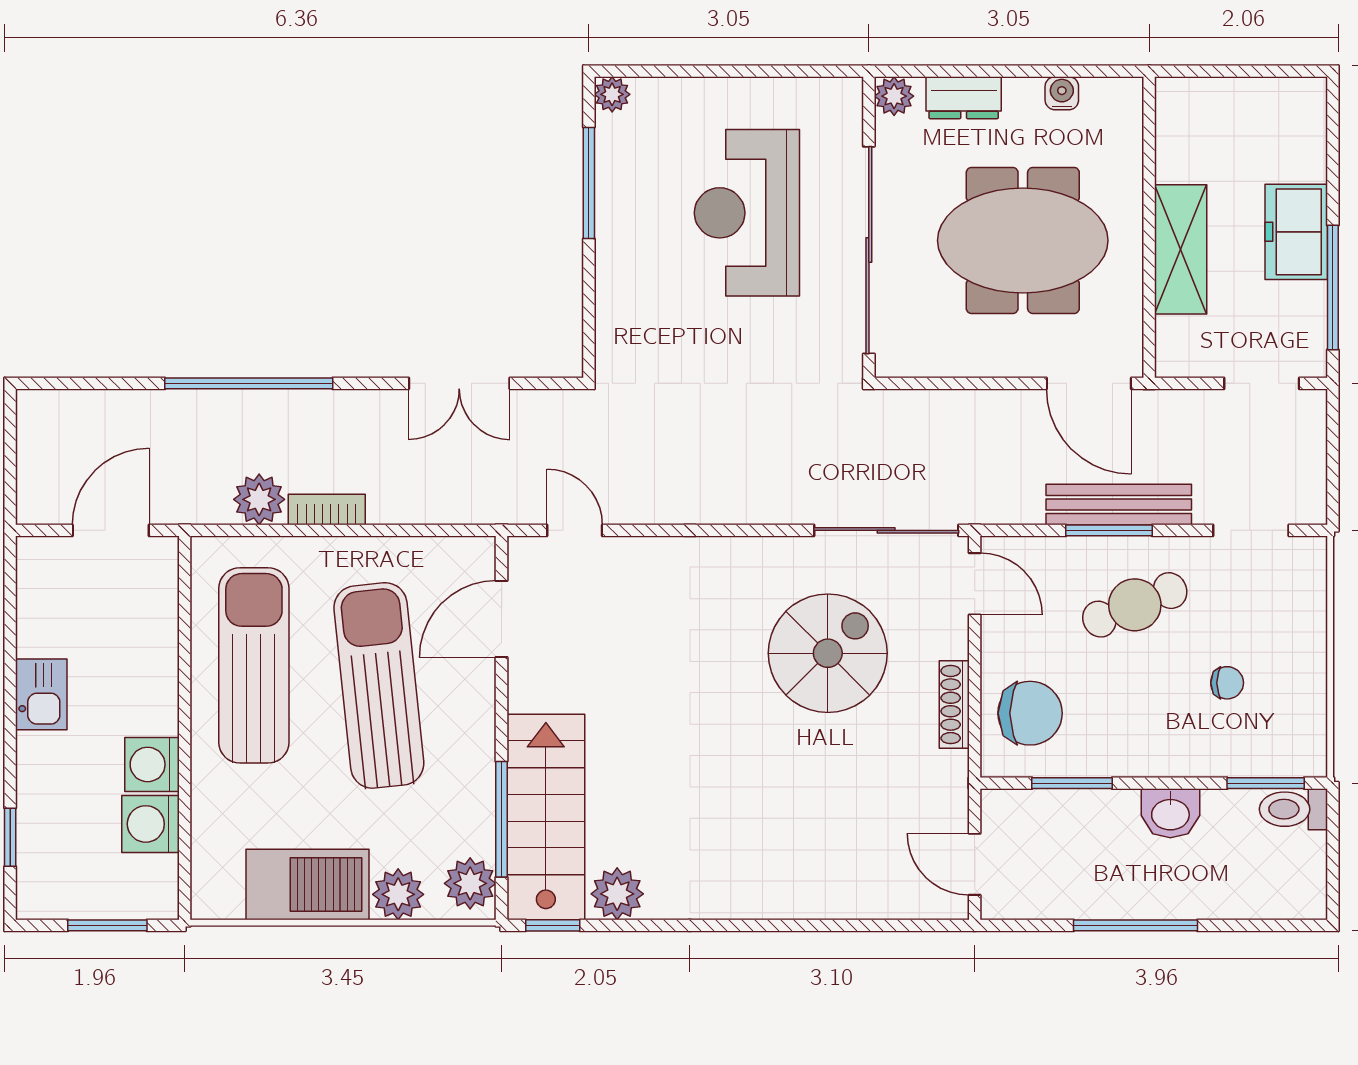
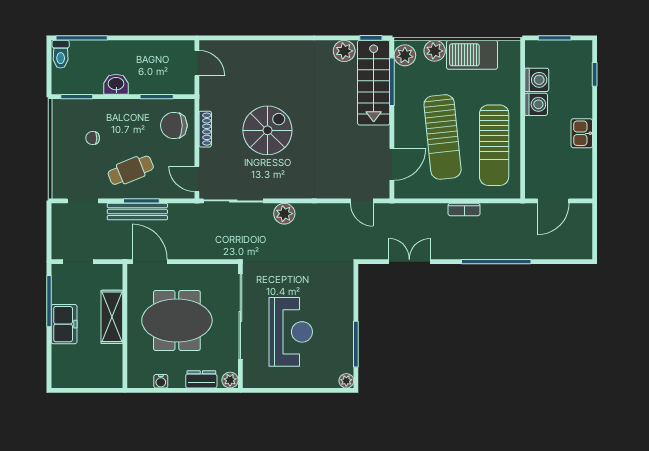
plant: (259, 499) -> (284, 214), moved
spiral stairs: (828, 653) -> (267, 130), moved, turned 180
toilet: (1293, 809) -> (61, 54), moved, turned 90
window: (1135, 925) -> (82, 38), moved

